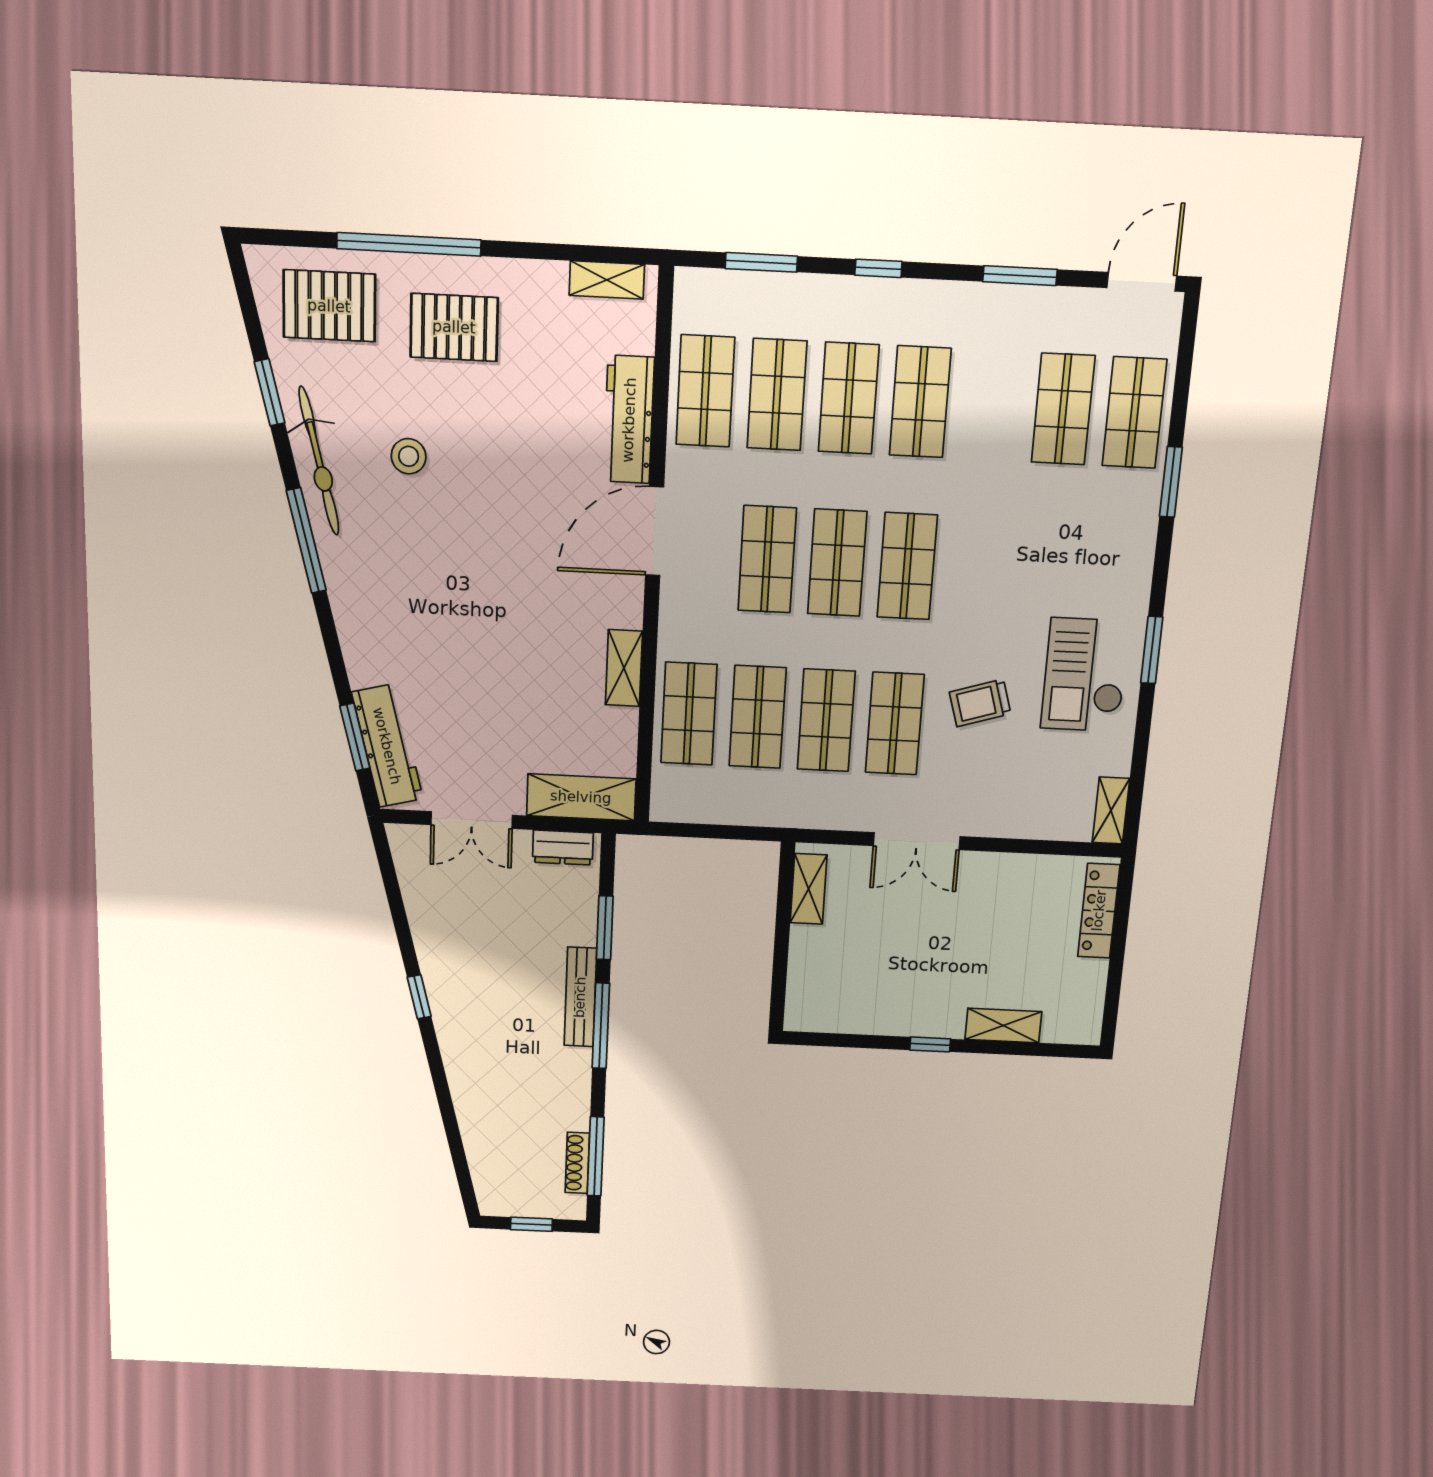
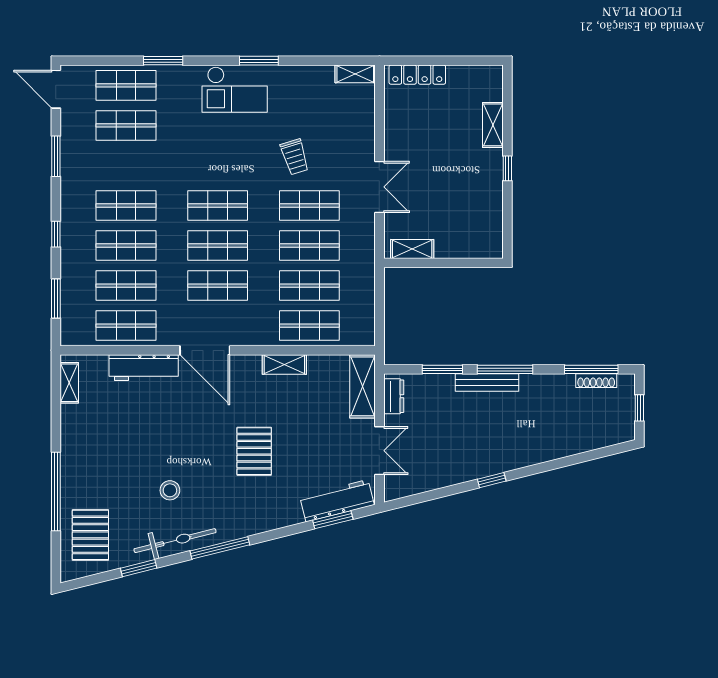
pallet: (454, 327) -> (254, 451), moved
checkout: (1085, 675) -> (235, 90), moved

